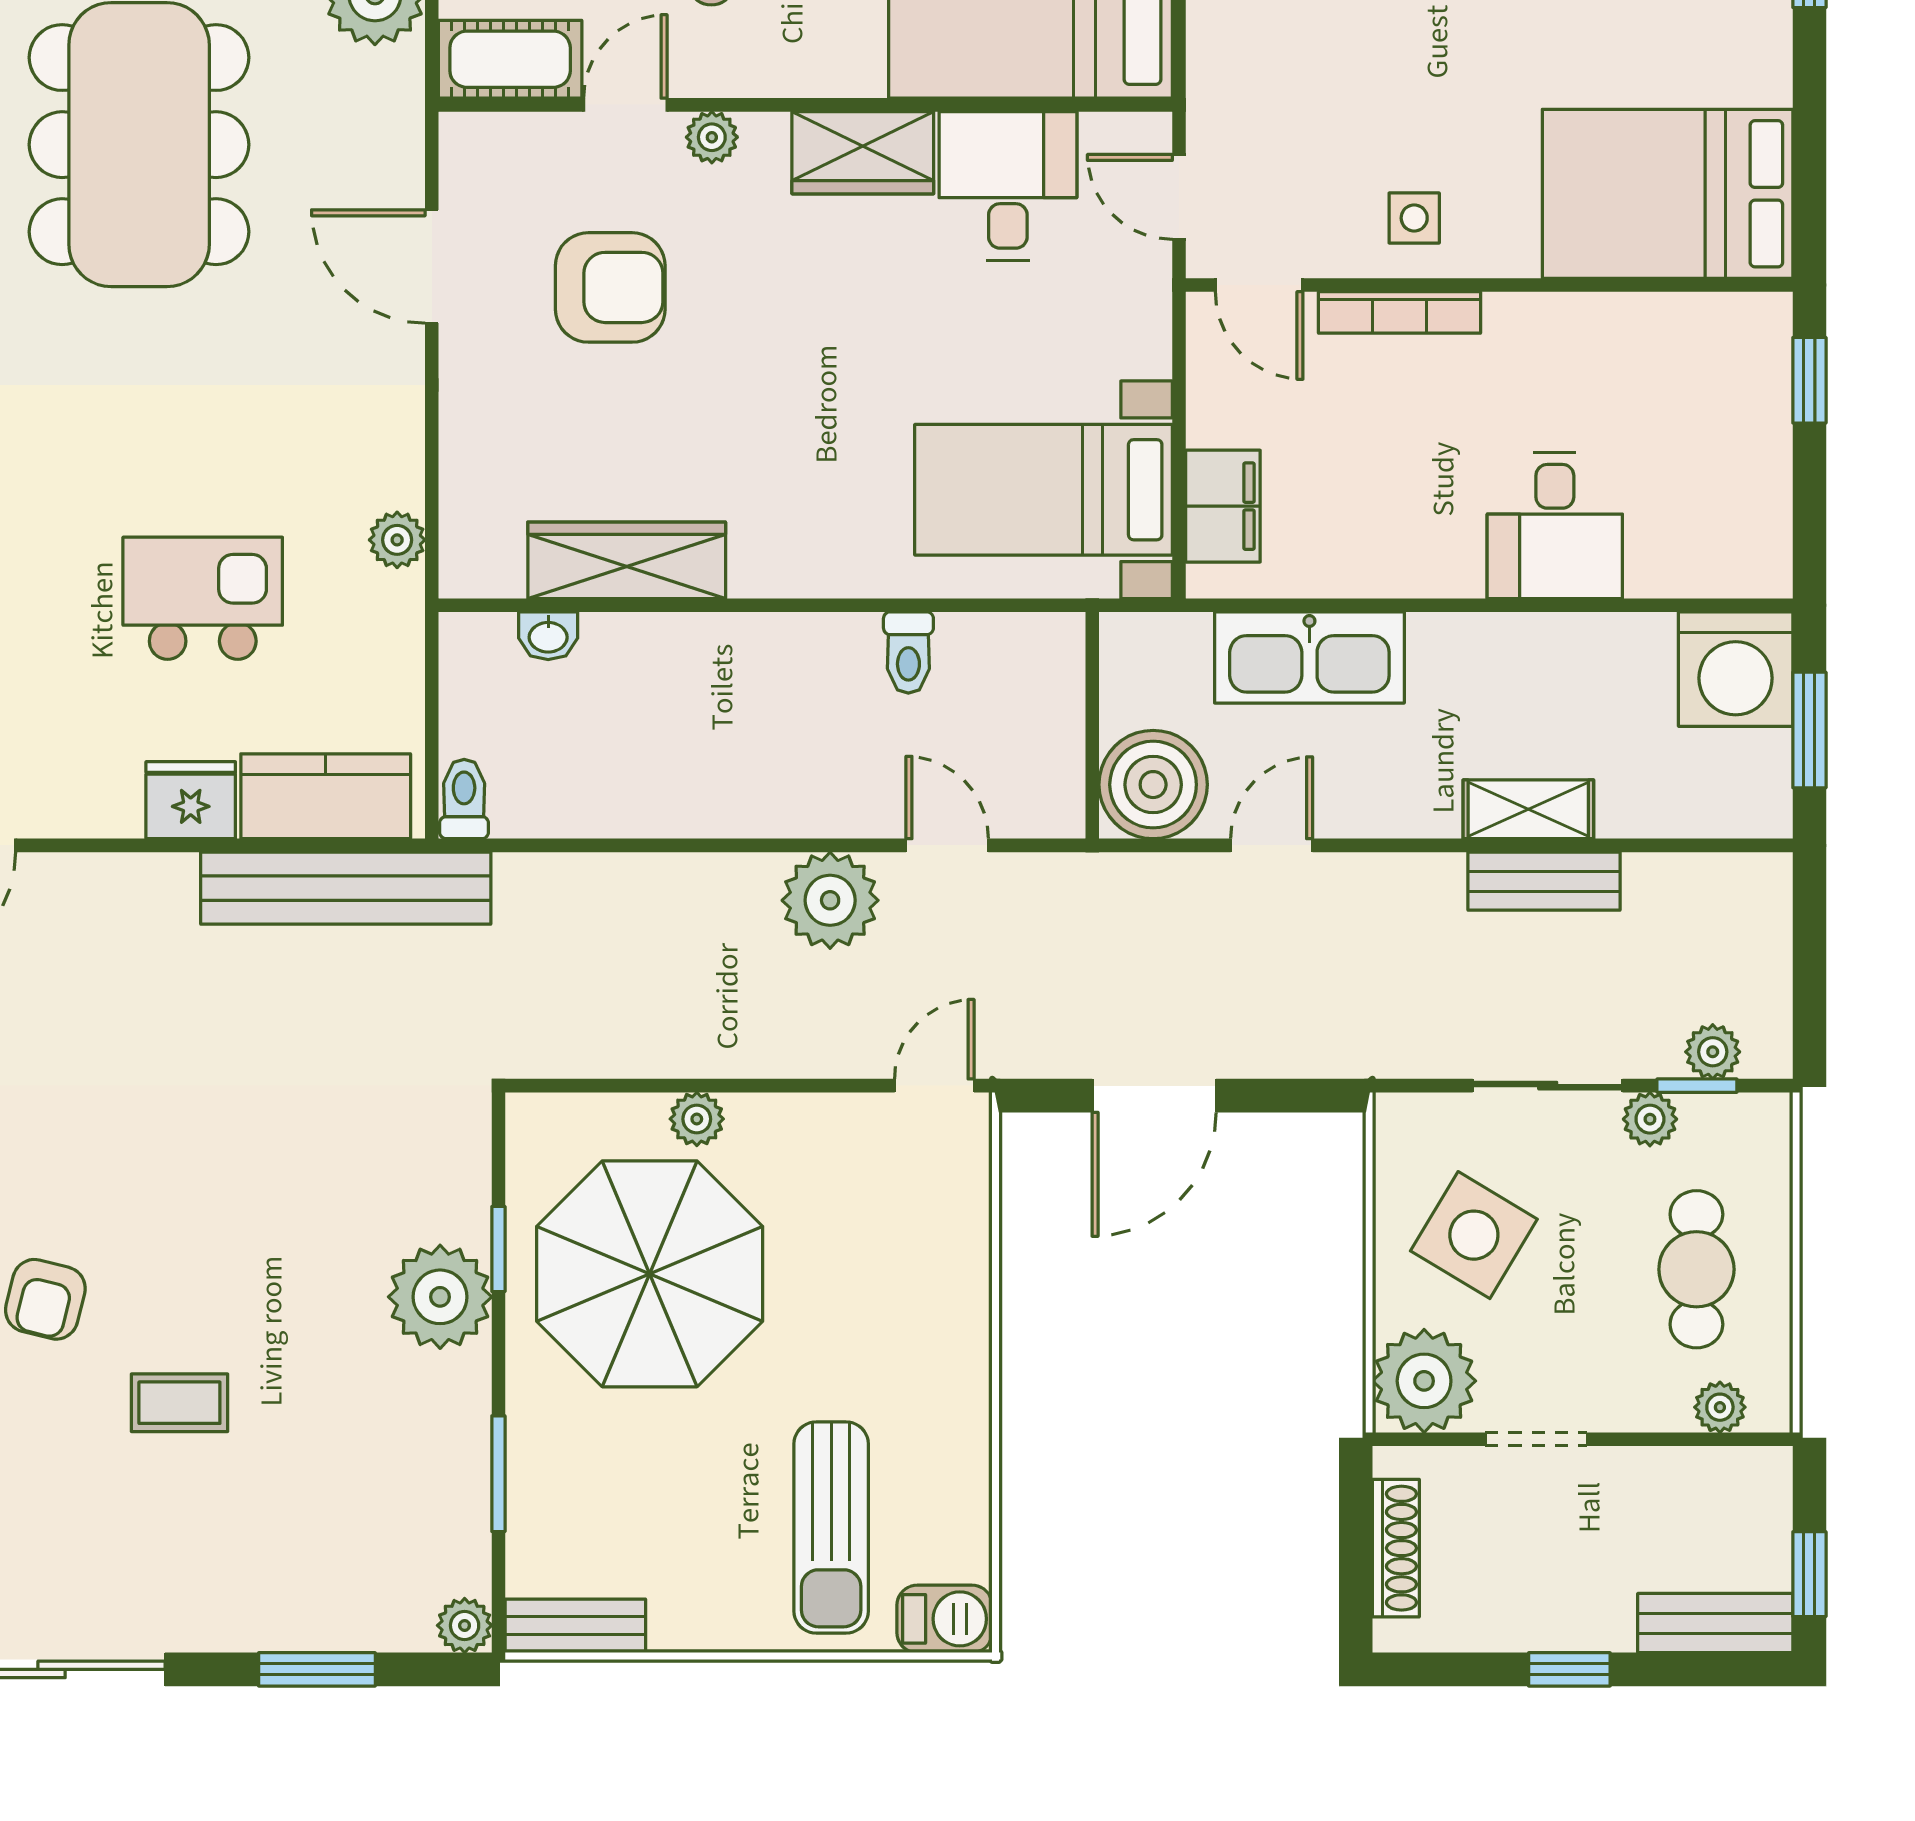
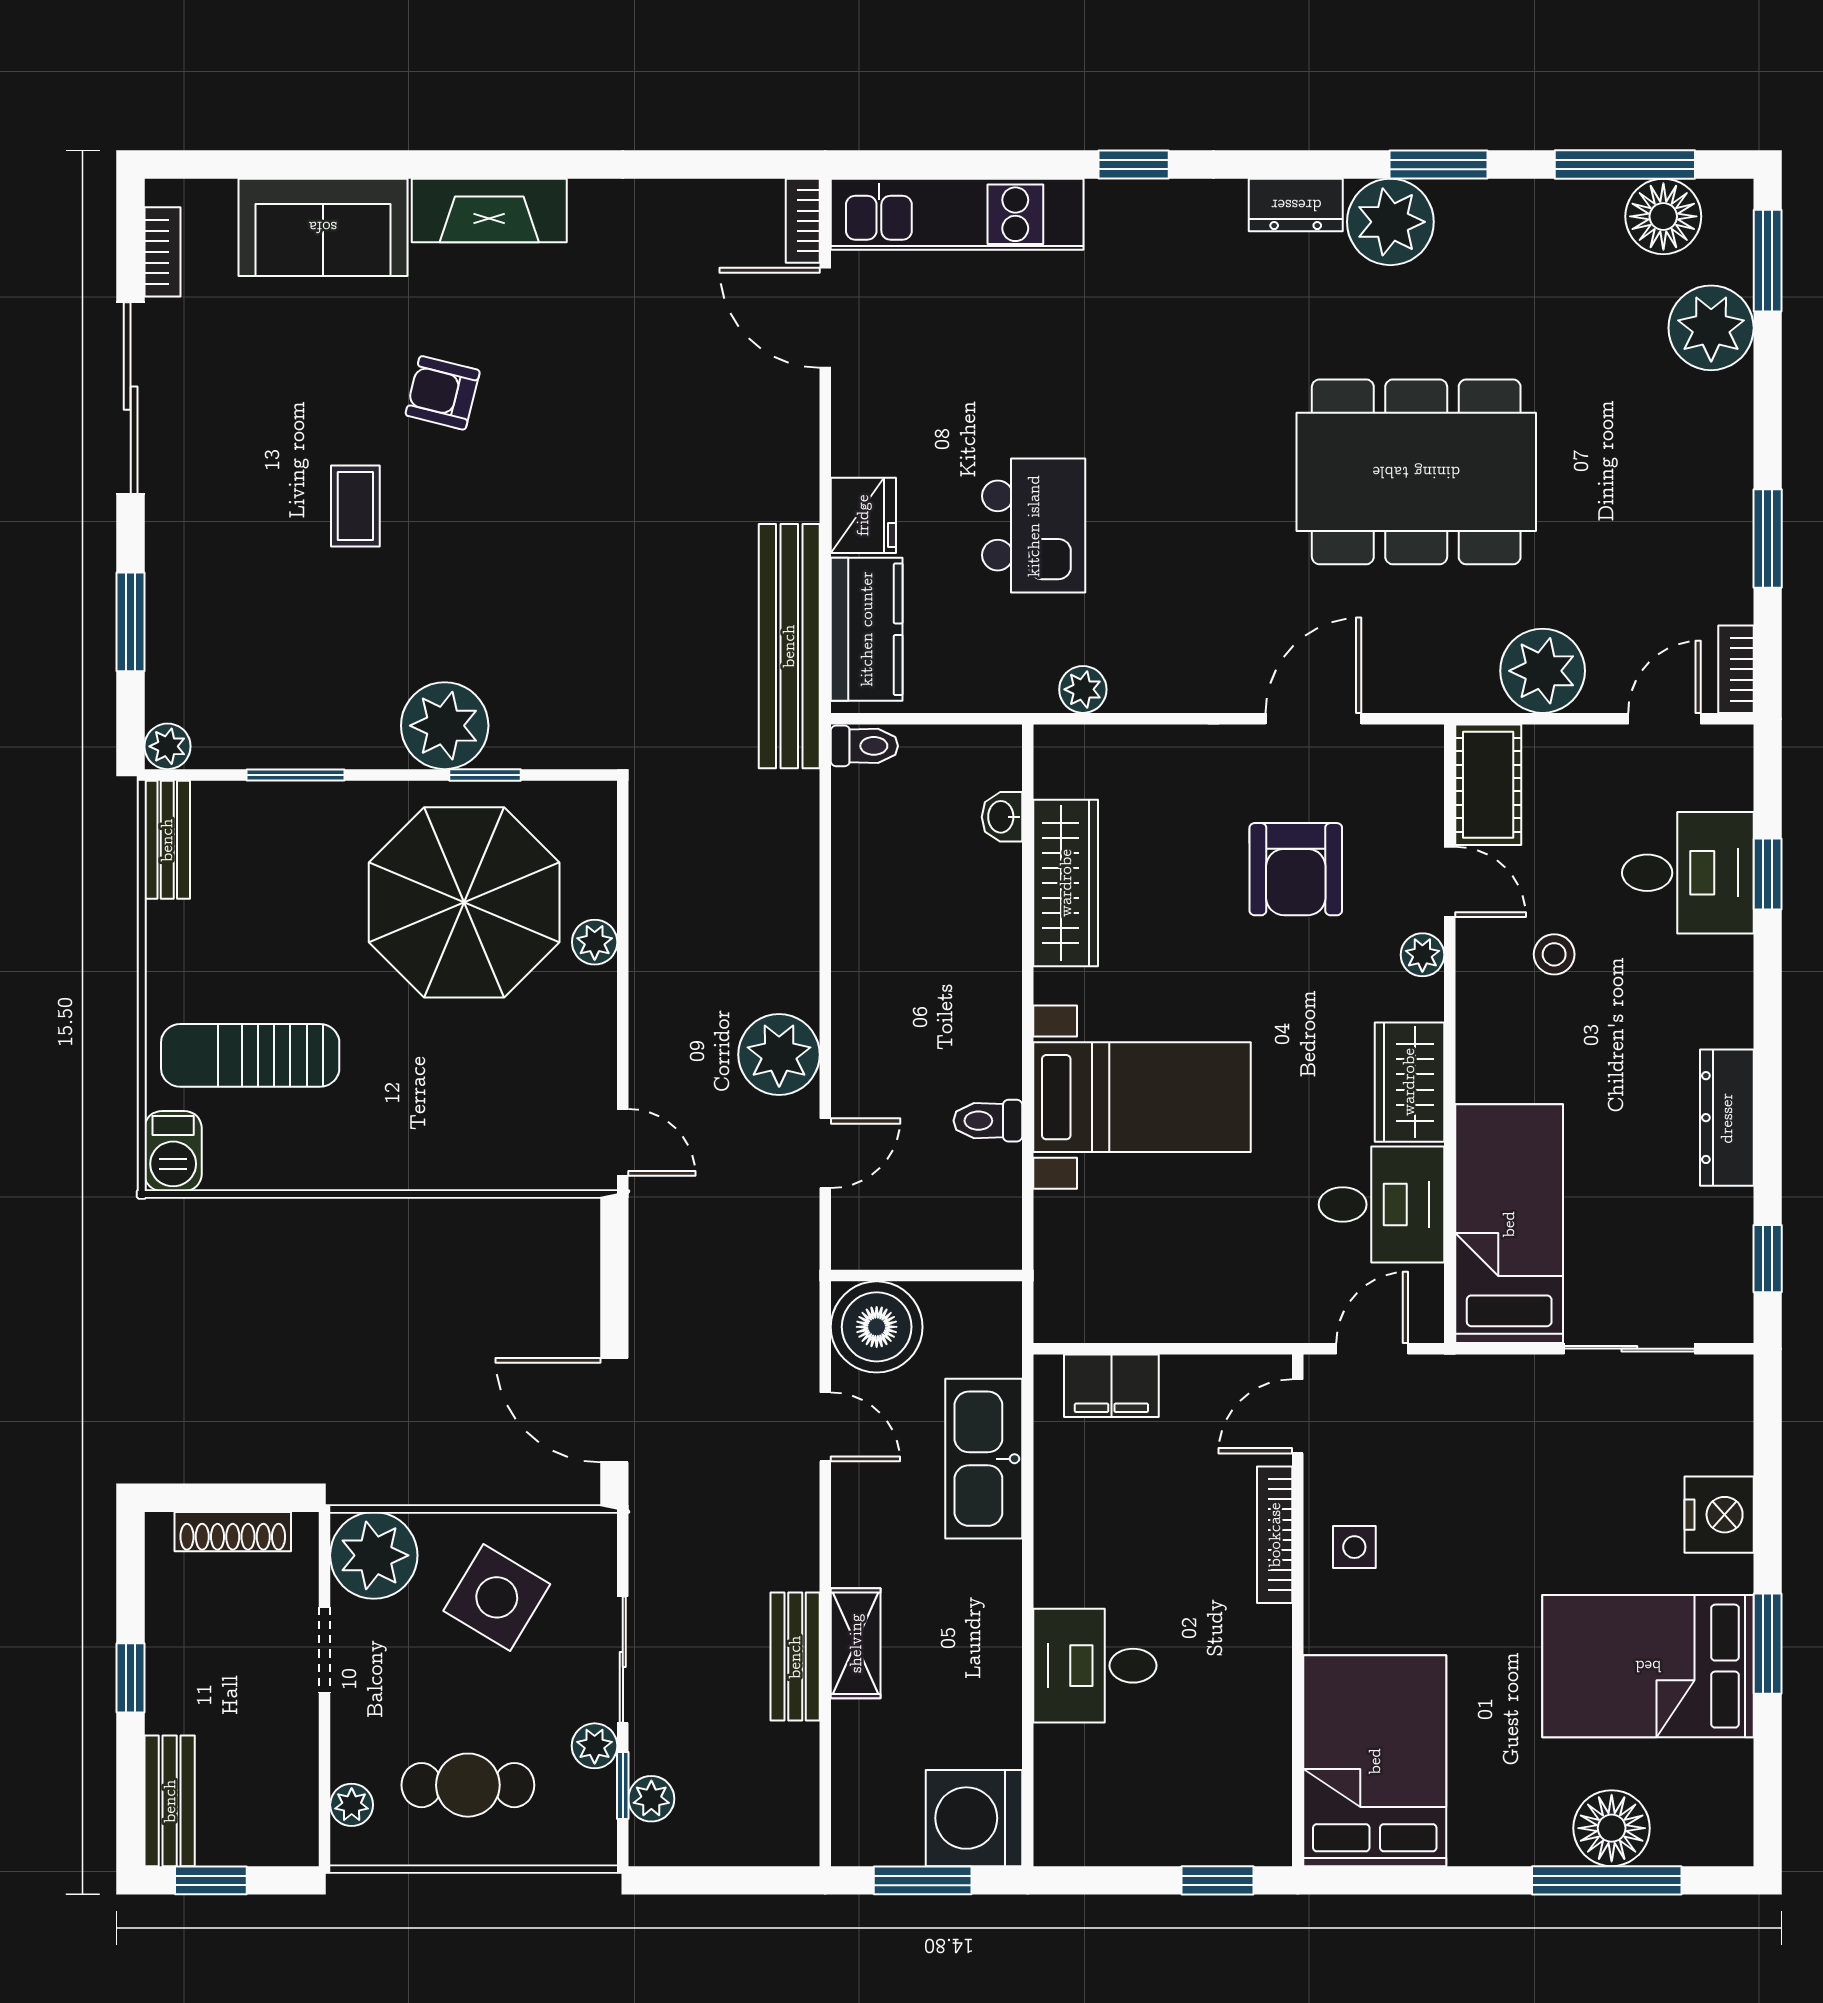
bed with nightstands: (1043, 490) -> (1142, 1097), moved, turned 90
door: (1154, 1096) -> (614, 1410), moved

